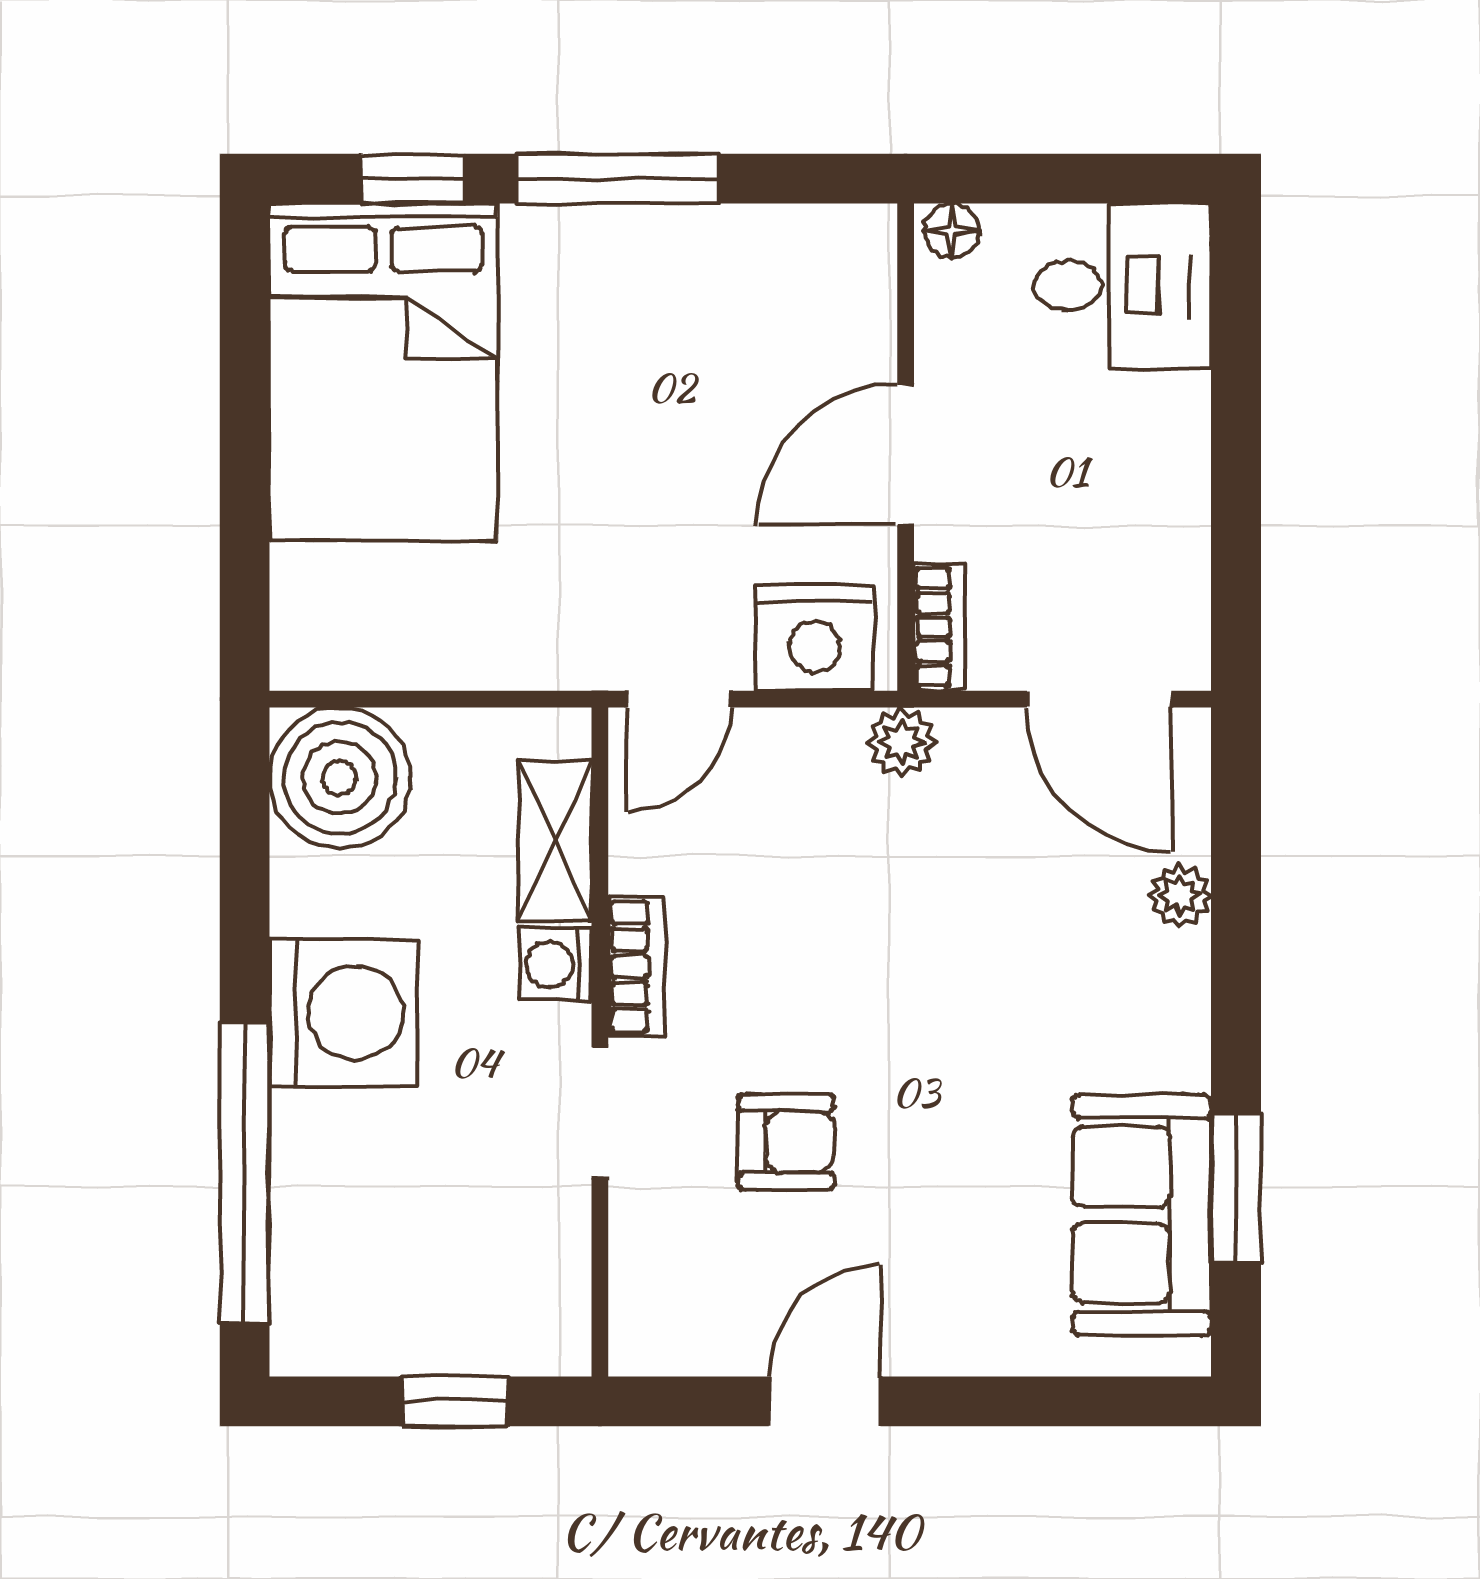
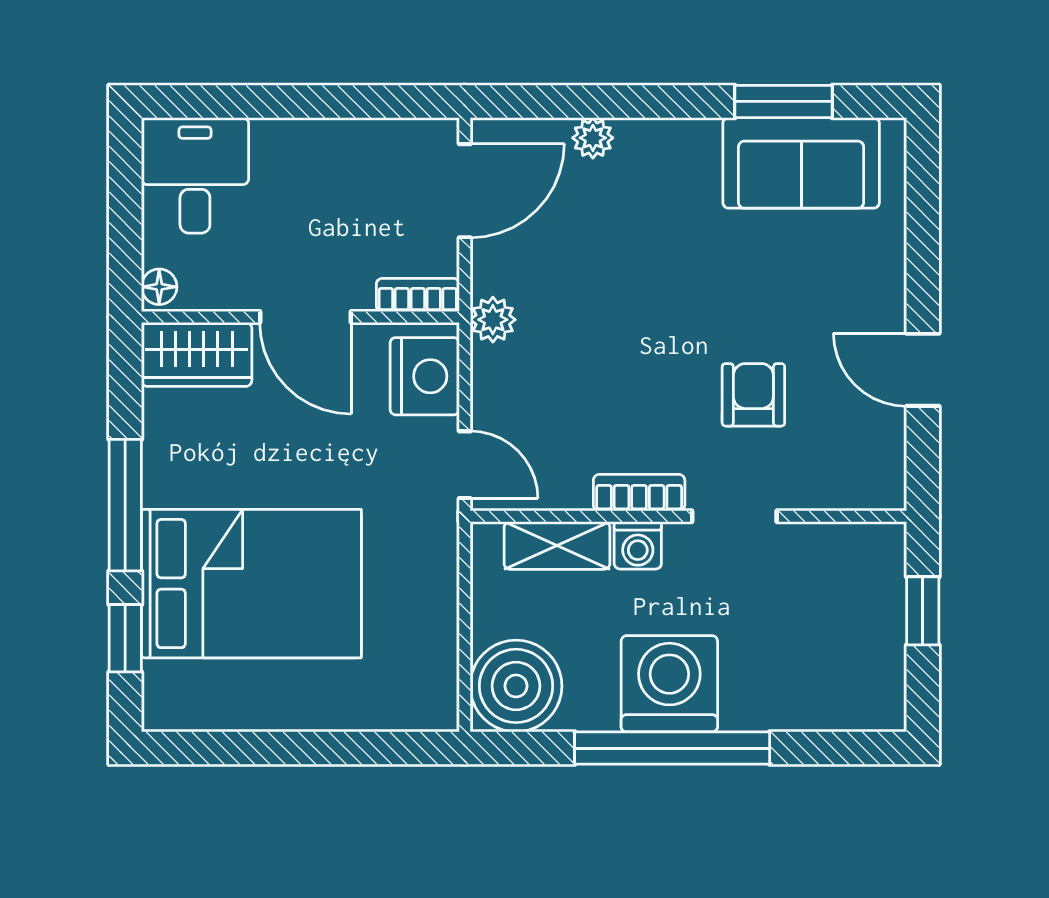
wardrobe: (848, 288) -> (197, 354), added
bed: (383, 372) -> (251, 584), moved
window: (245, 1174) -> (672, 748), moved

